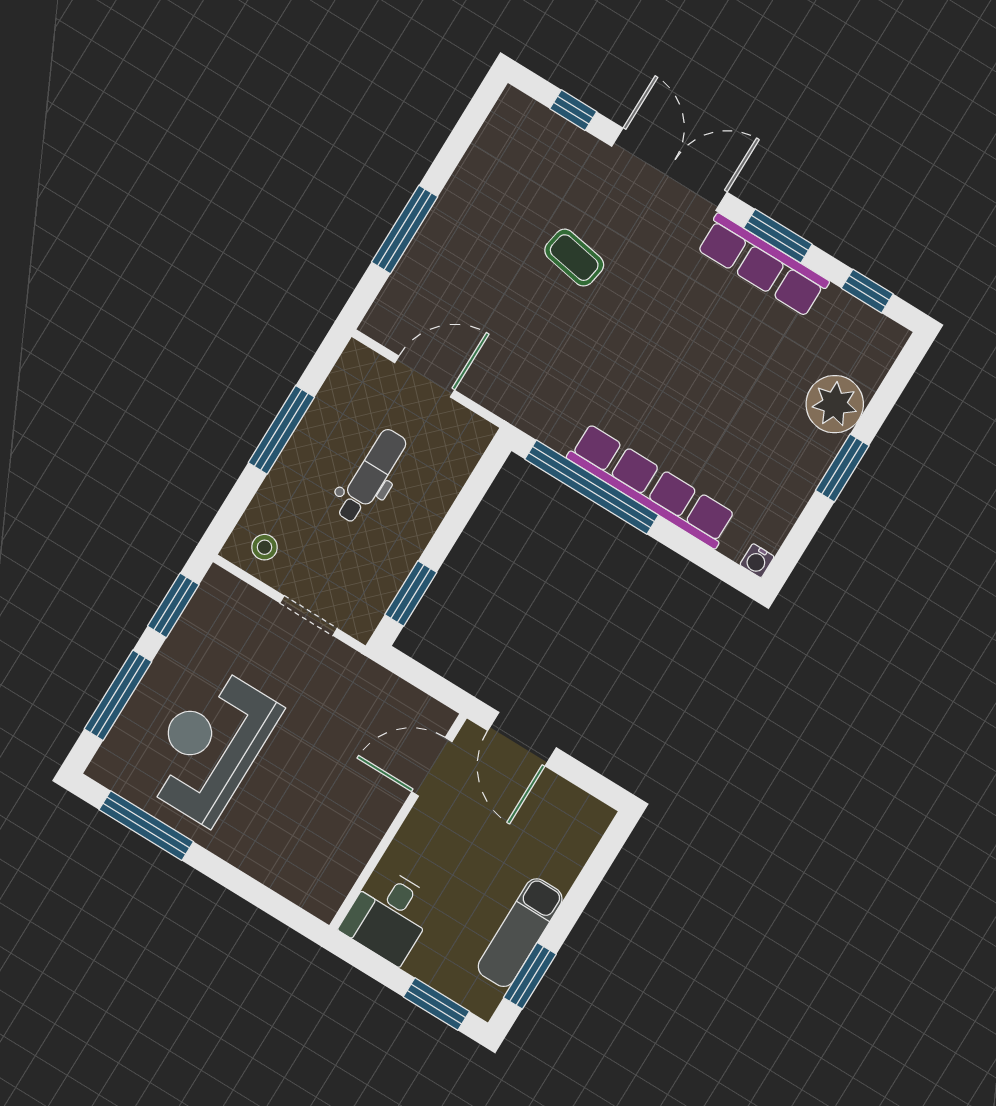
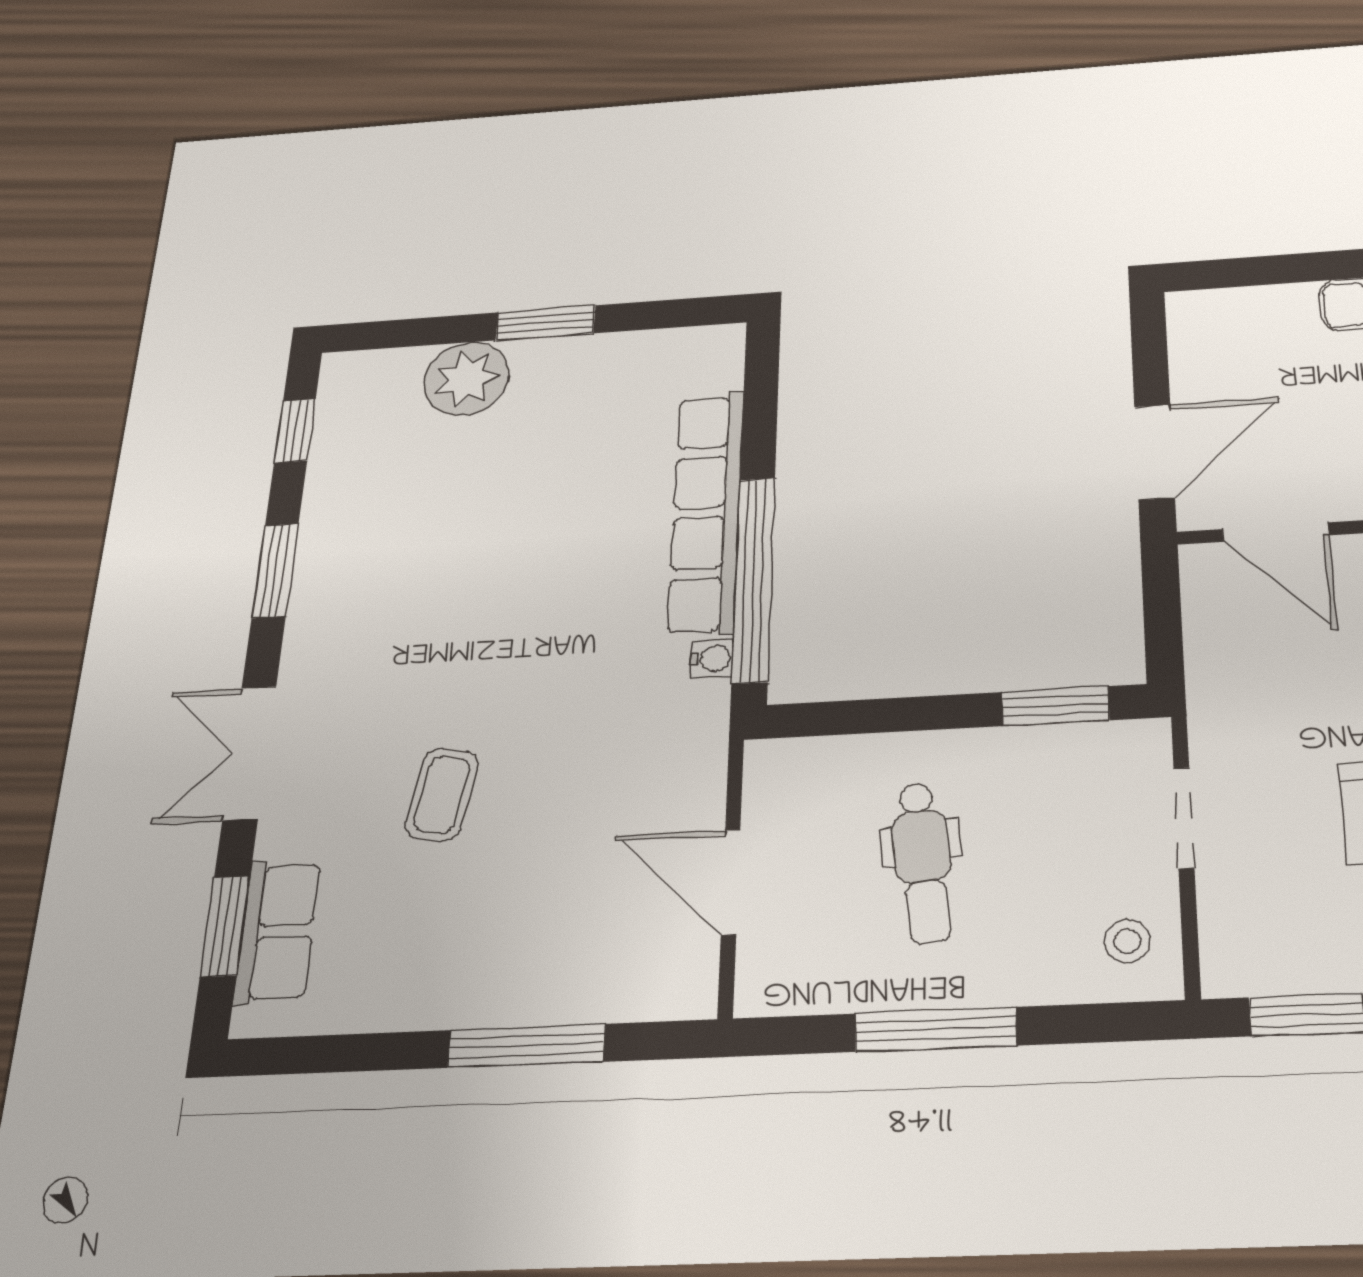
window: (573, 110) -> (225, 926), width x1.50
double door: (669, 169) -> (250, 753), width x0.73
row of seats: (763, 265) -> (277, 931), moved, width x0.68
dental chair: (371, 476) -> (923, 862), turned -96
water cooler: (757, 561) -> (712, 658), moved

